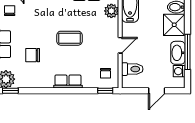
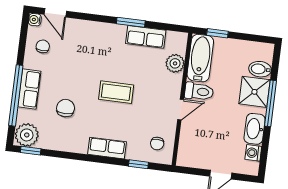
window: (187, 52) -> (270, 103), moved
chair: (33, 55) -> (66, 108), turned 90
toilet: (132, 69) -> (199, 91), moved
window: (105, 91) -> (138, 164), moved

